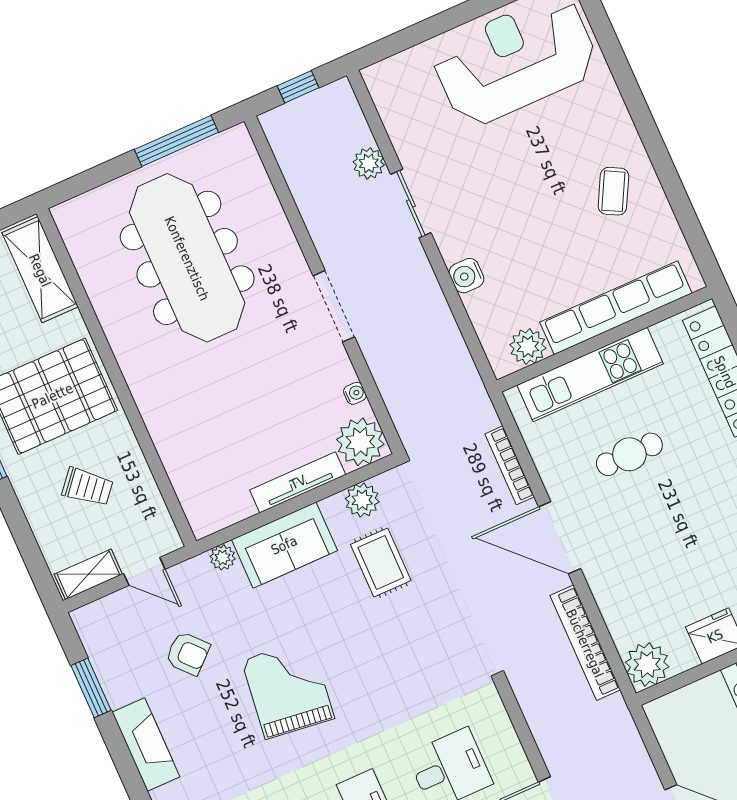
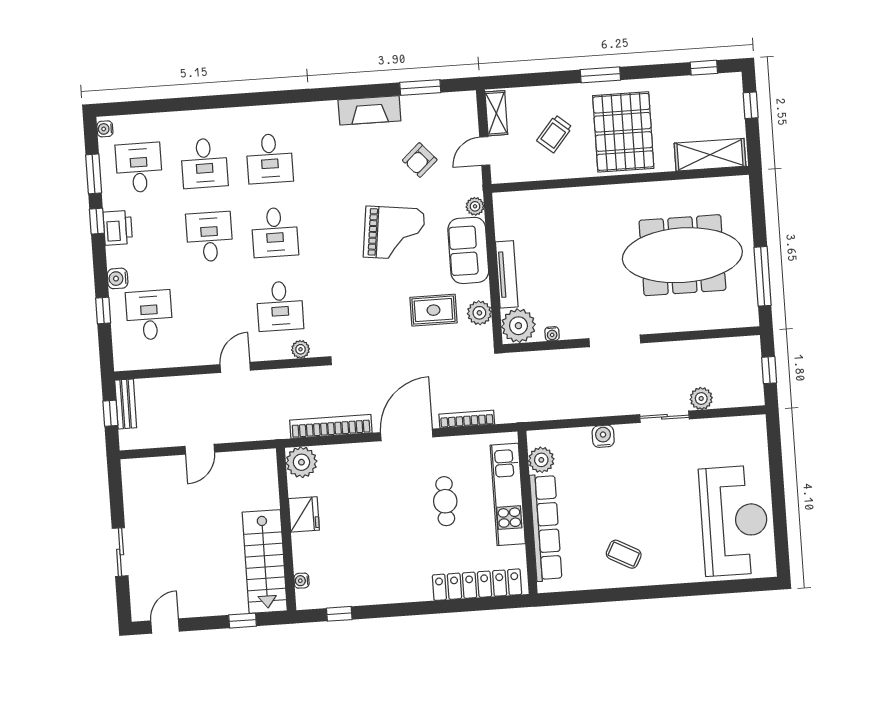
grand piano: (288, 689) -> (394, 233), moved
plant: (497, 720) -> (301, 349), added

